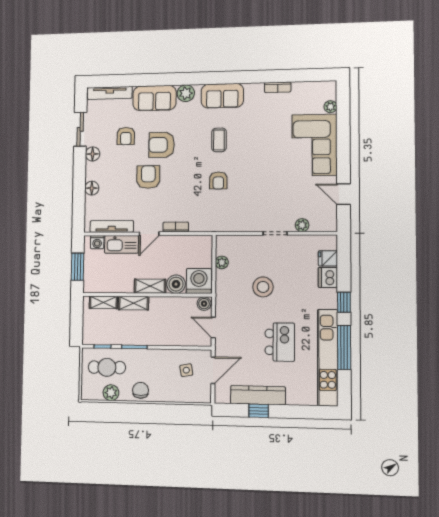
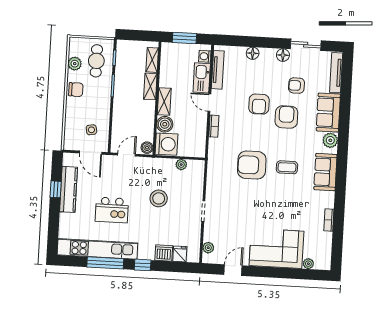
armchair: (148, 177) -> (259, 104), turned 90
armchair: (218, 180) -> (252, 165), width x1.88, depth x1.88
plant: (302, 225) -> (208, 248), moved

